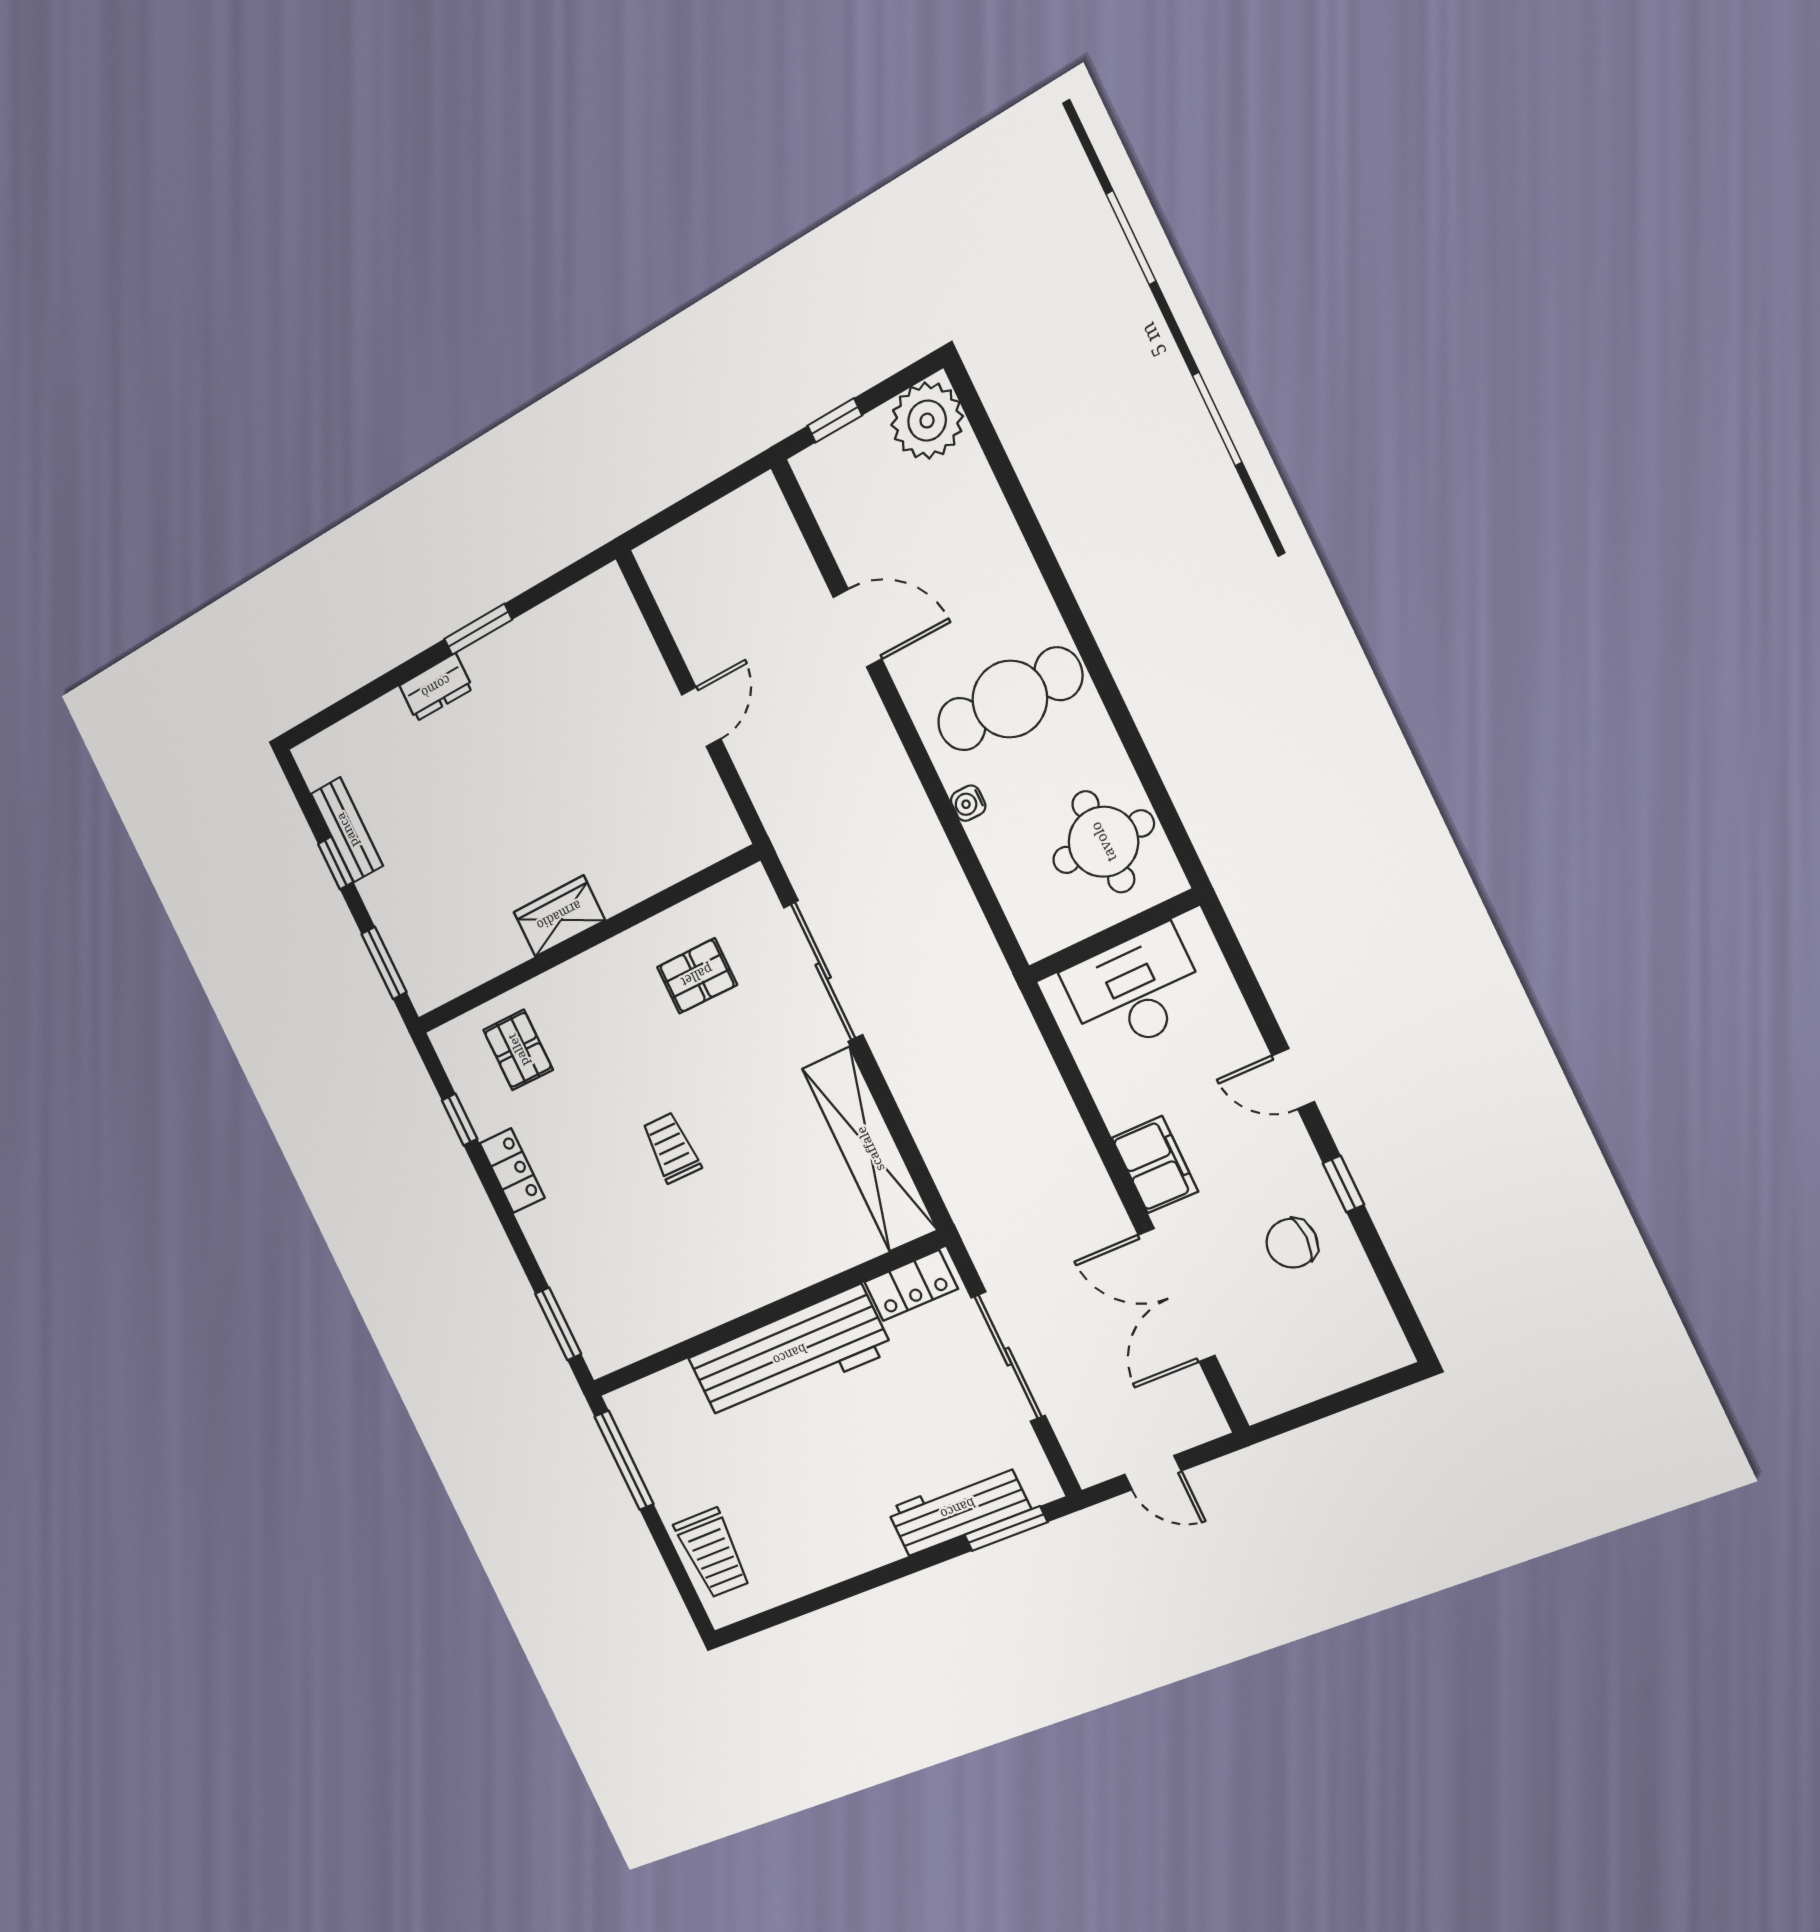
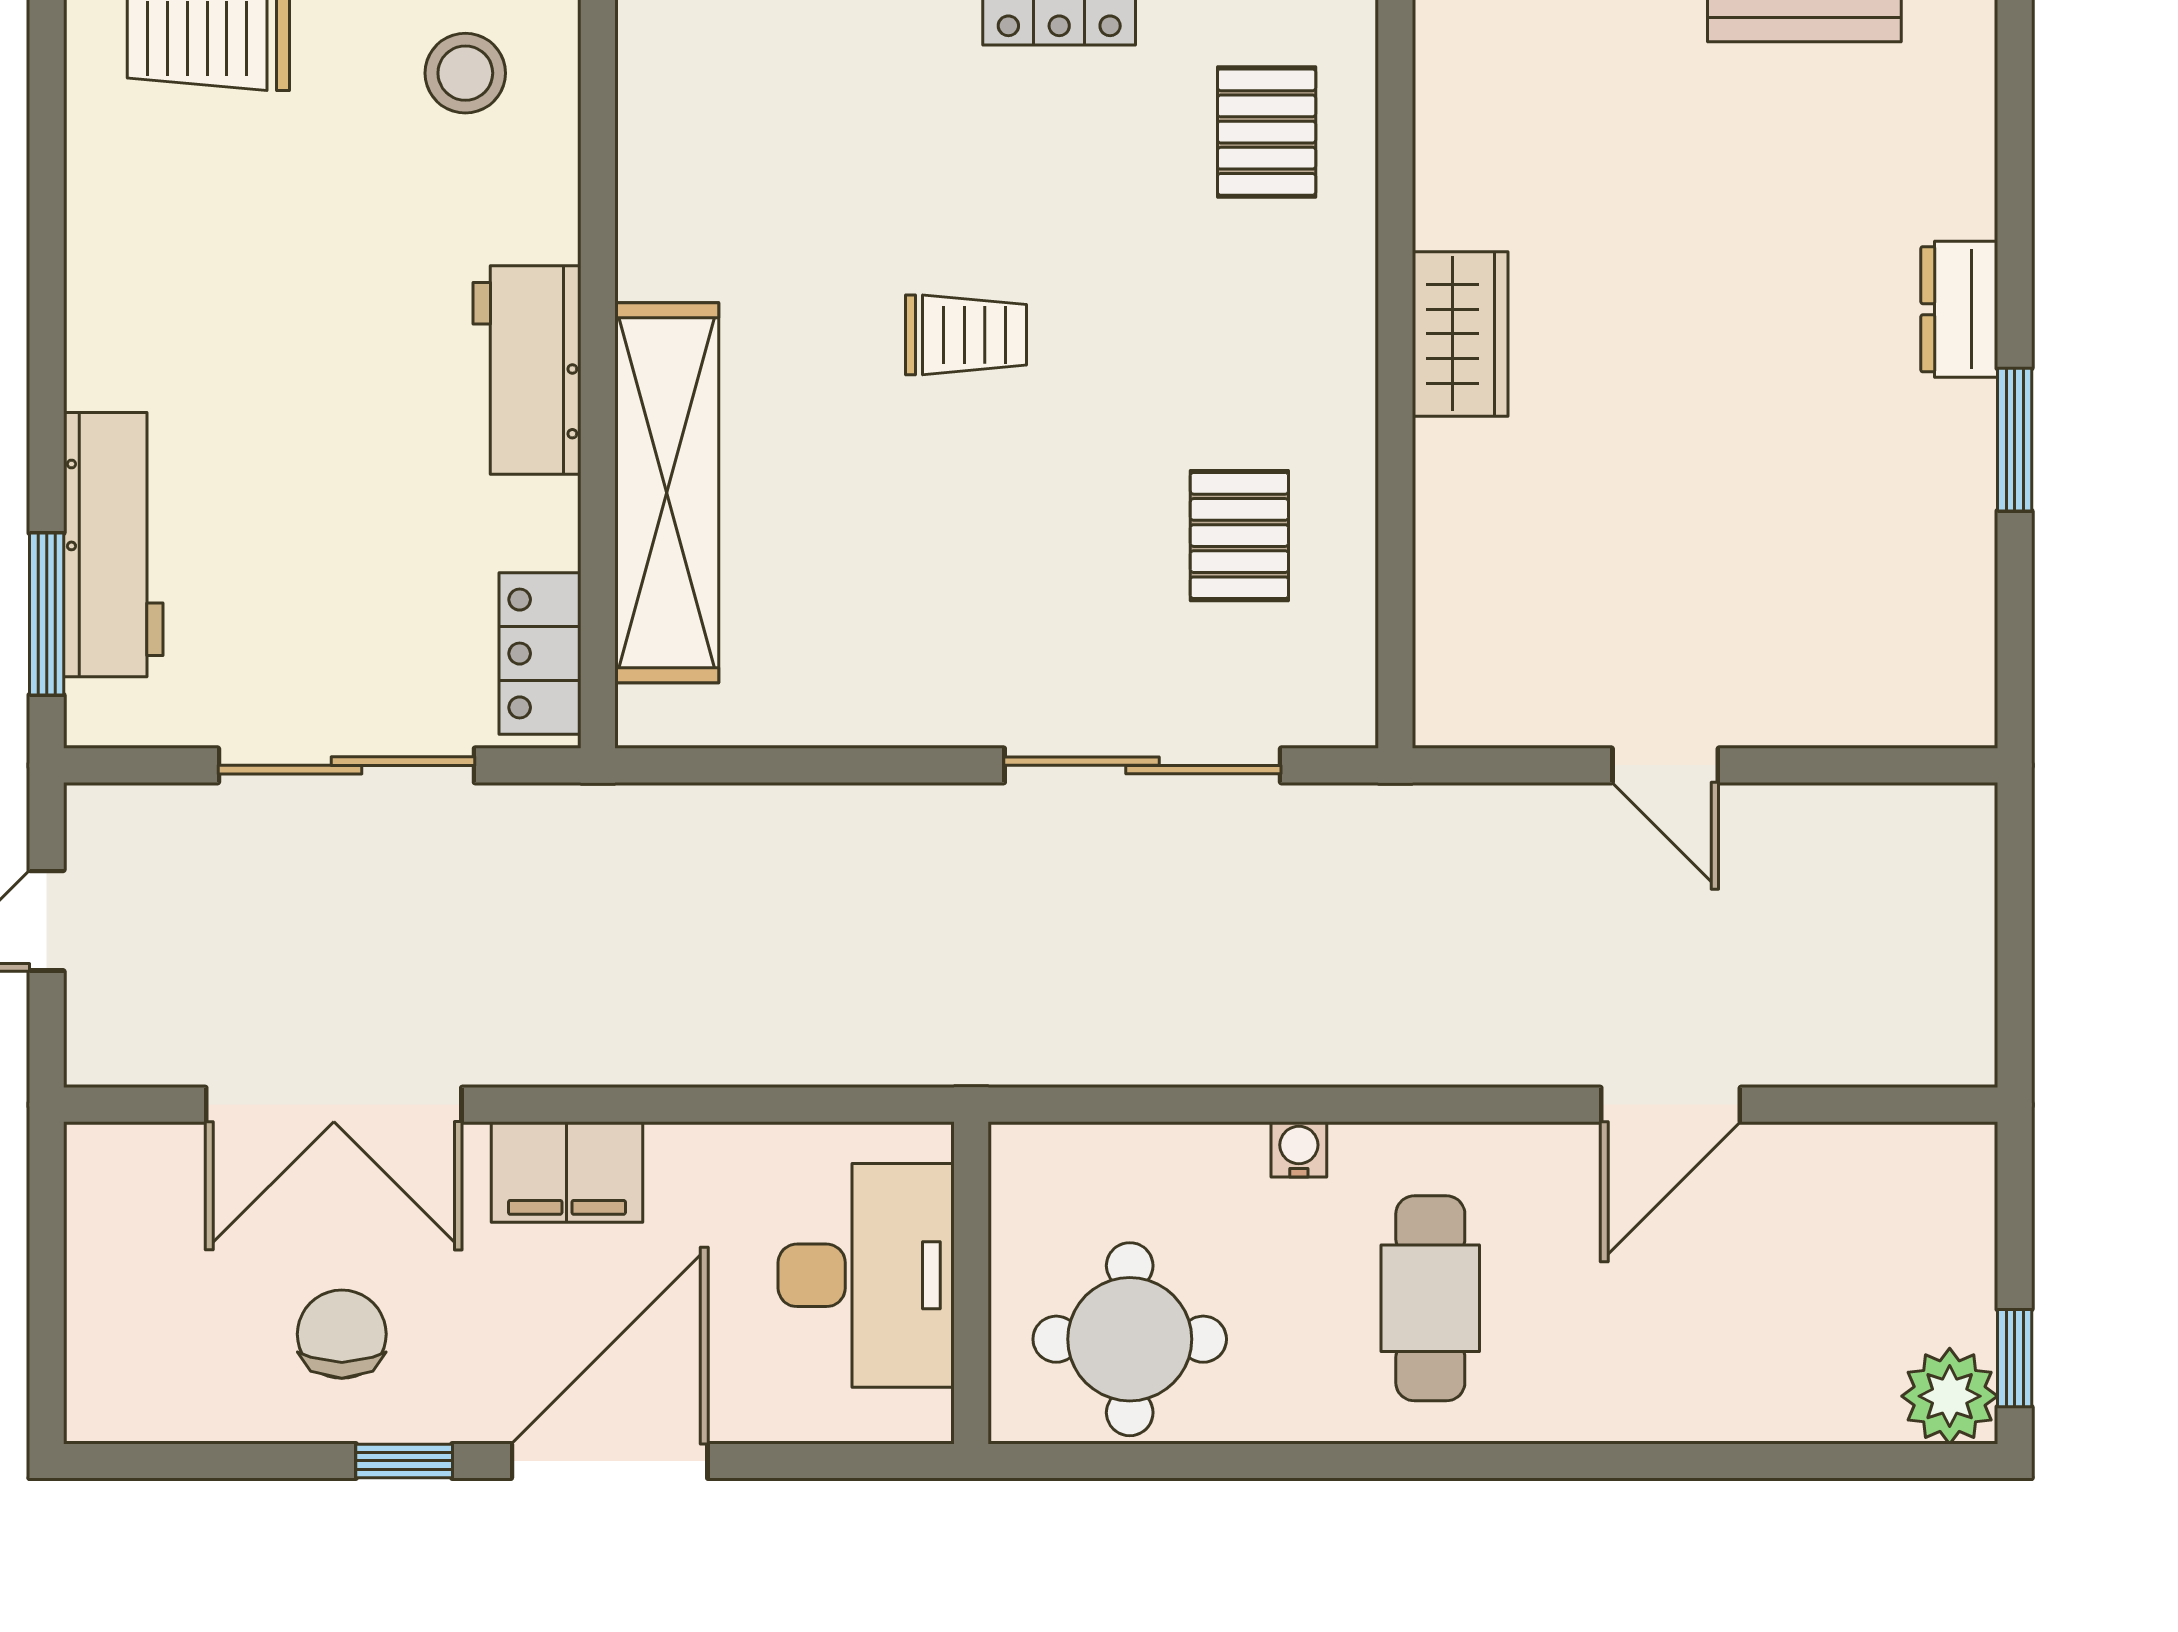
window: (835, 420) -> (2015, 1358), moved
plant: (927, 421) -> (1950, 1396), width x0.73, depth x0.73
cafe table: (1010, 699) -> (1430, 1298), width x0.73, depth x0.74
pallet: (518, 1050) -> (1267, 132), turned 90
door: (1293, 1079) -> (610, 1461), width x1.88
shelving: (870, 1149) -> (667, 493), moved, turned 90
double door: (1177, 1295) -> (334, 1105), swing flipped
workbench: (790, 1355) -> (527, 370), width x0.53, depth x0.76
stool: (671, 1430) -> (465, 73), added

